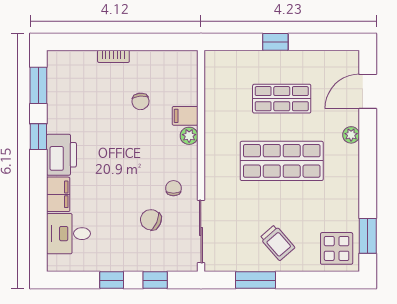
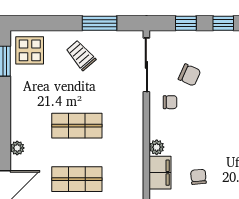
filing cabinet: (185, 116) -> (160, 173), width x2.00
shop shelf: (282, 161) -> (77, 126), width x0.70, depth x0.74
chair: (173, 188) -> (170, 102), turned -90

